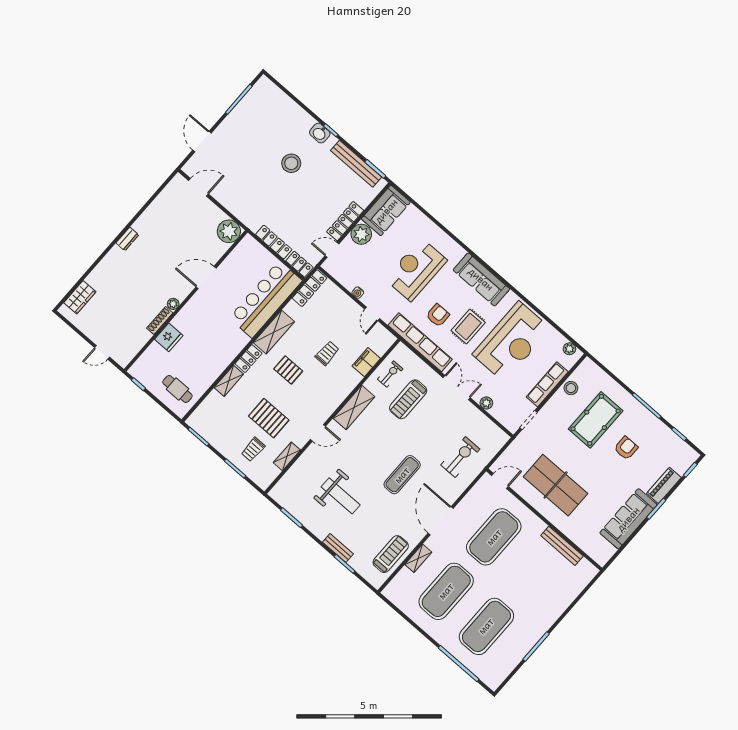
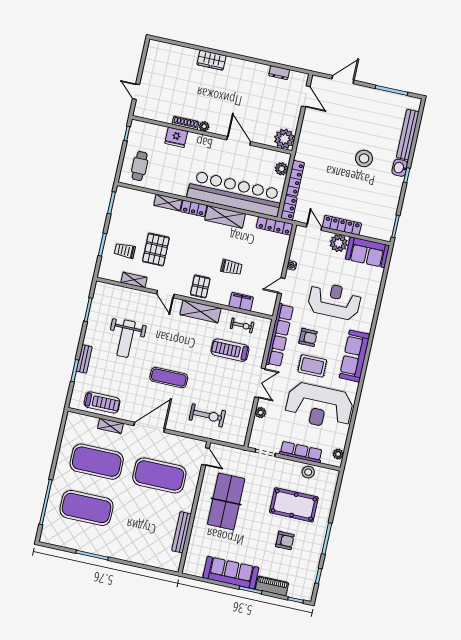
bench: (356, 164) -> (408, 135), moved
dresser: (127, 239) -> (279, 73), moved
plant: (257, 250) -> (282, 169), added
wardrobe: (80, 297) -> (211, 60), moved
bar counter: (266, 299) -> (235, 194), width x1.36
pallet: (288, 370) -> (200, 287), moved

